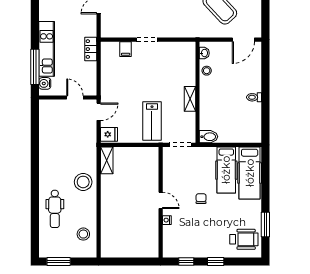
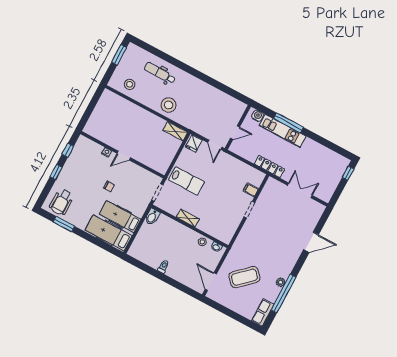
locker: (91, 49) -> (269, 166), width x1.53
window: (35, 67) -> (289, 123), moved
lab bench: (152, 121) -> (187, 181), turned 180

